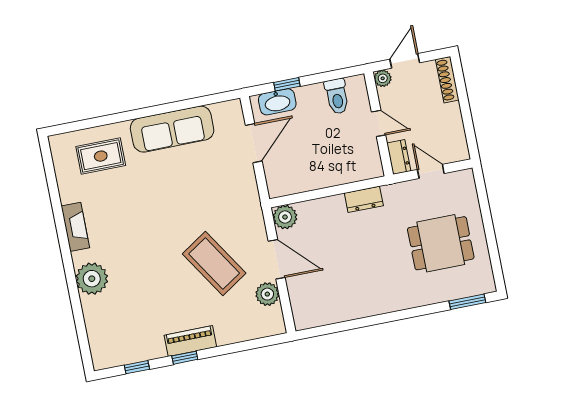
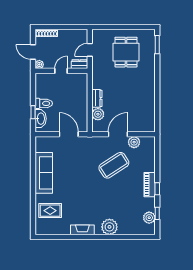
toilet: (337, 96) -> (44, 103), moved
door: (254, 143) -> (69, 134), moved
rug: (101, 156) -> (50, 211), turned 90
dresser: (364, 199) -> (97, 98), moved
plant: (285, 217) -> (98, 114), moved
plant: (125, 353) -> (149, 218), added

